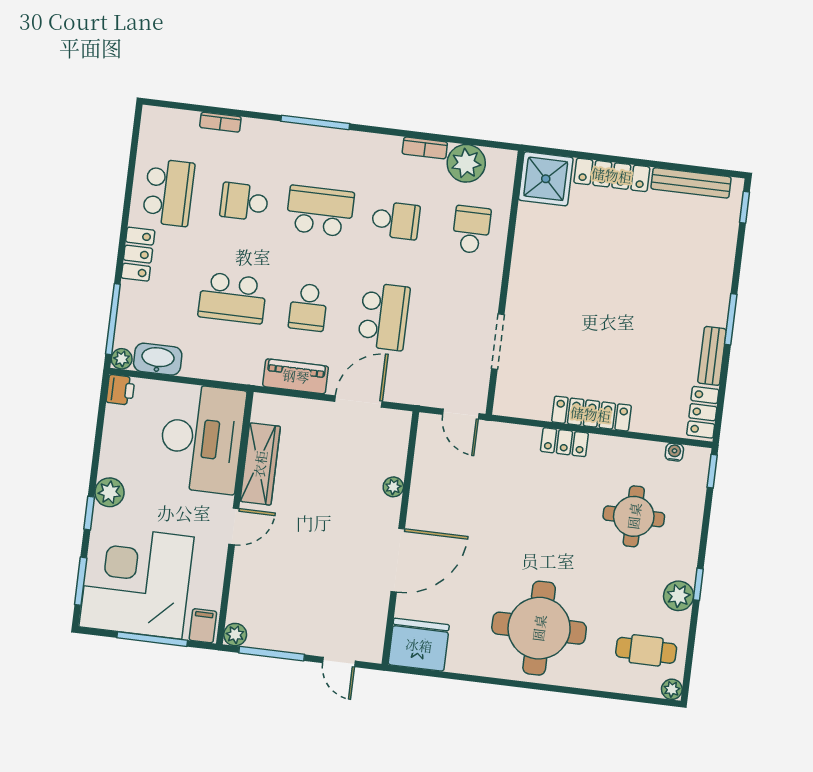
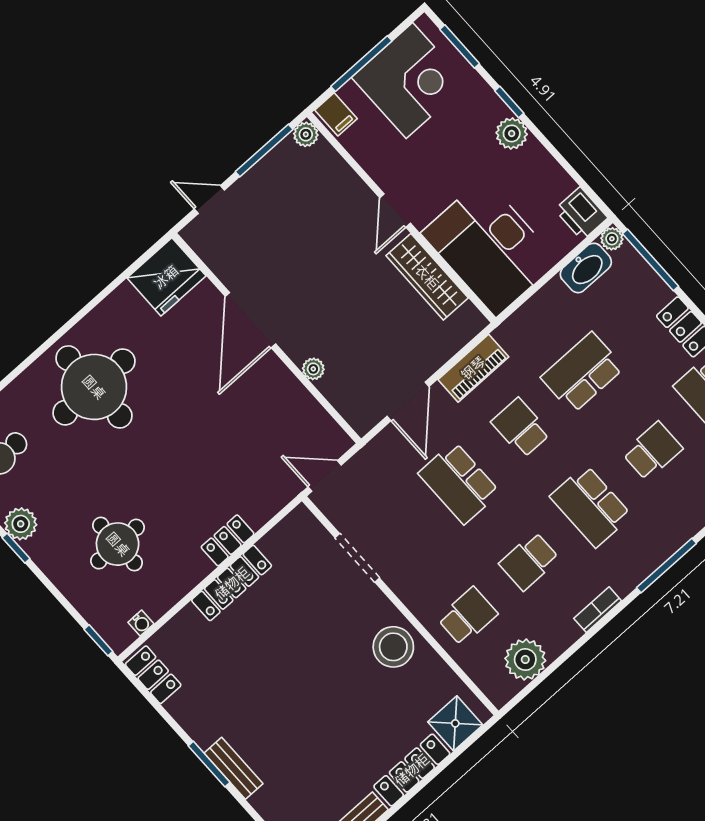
bookcase: (425, 148) -> (598, 610), moved
shower: (546, 179) -> (455, 723), width x0.73, depth x0.73
school desk: (320, 211) -> (591, 506), turned 90
school desk: (471, 230) -> (467, 616), turned -90
stool: (538, 263) -> (393, 647), added
bench: (712, 356) -> (234, 768), moved
printer: (120, 390) -> (581, 214), width x1.36, depth x1.24
corner desk: (137, 582) -> (409, 81), width x0.74, depth x0.74

